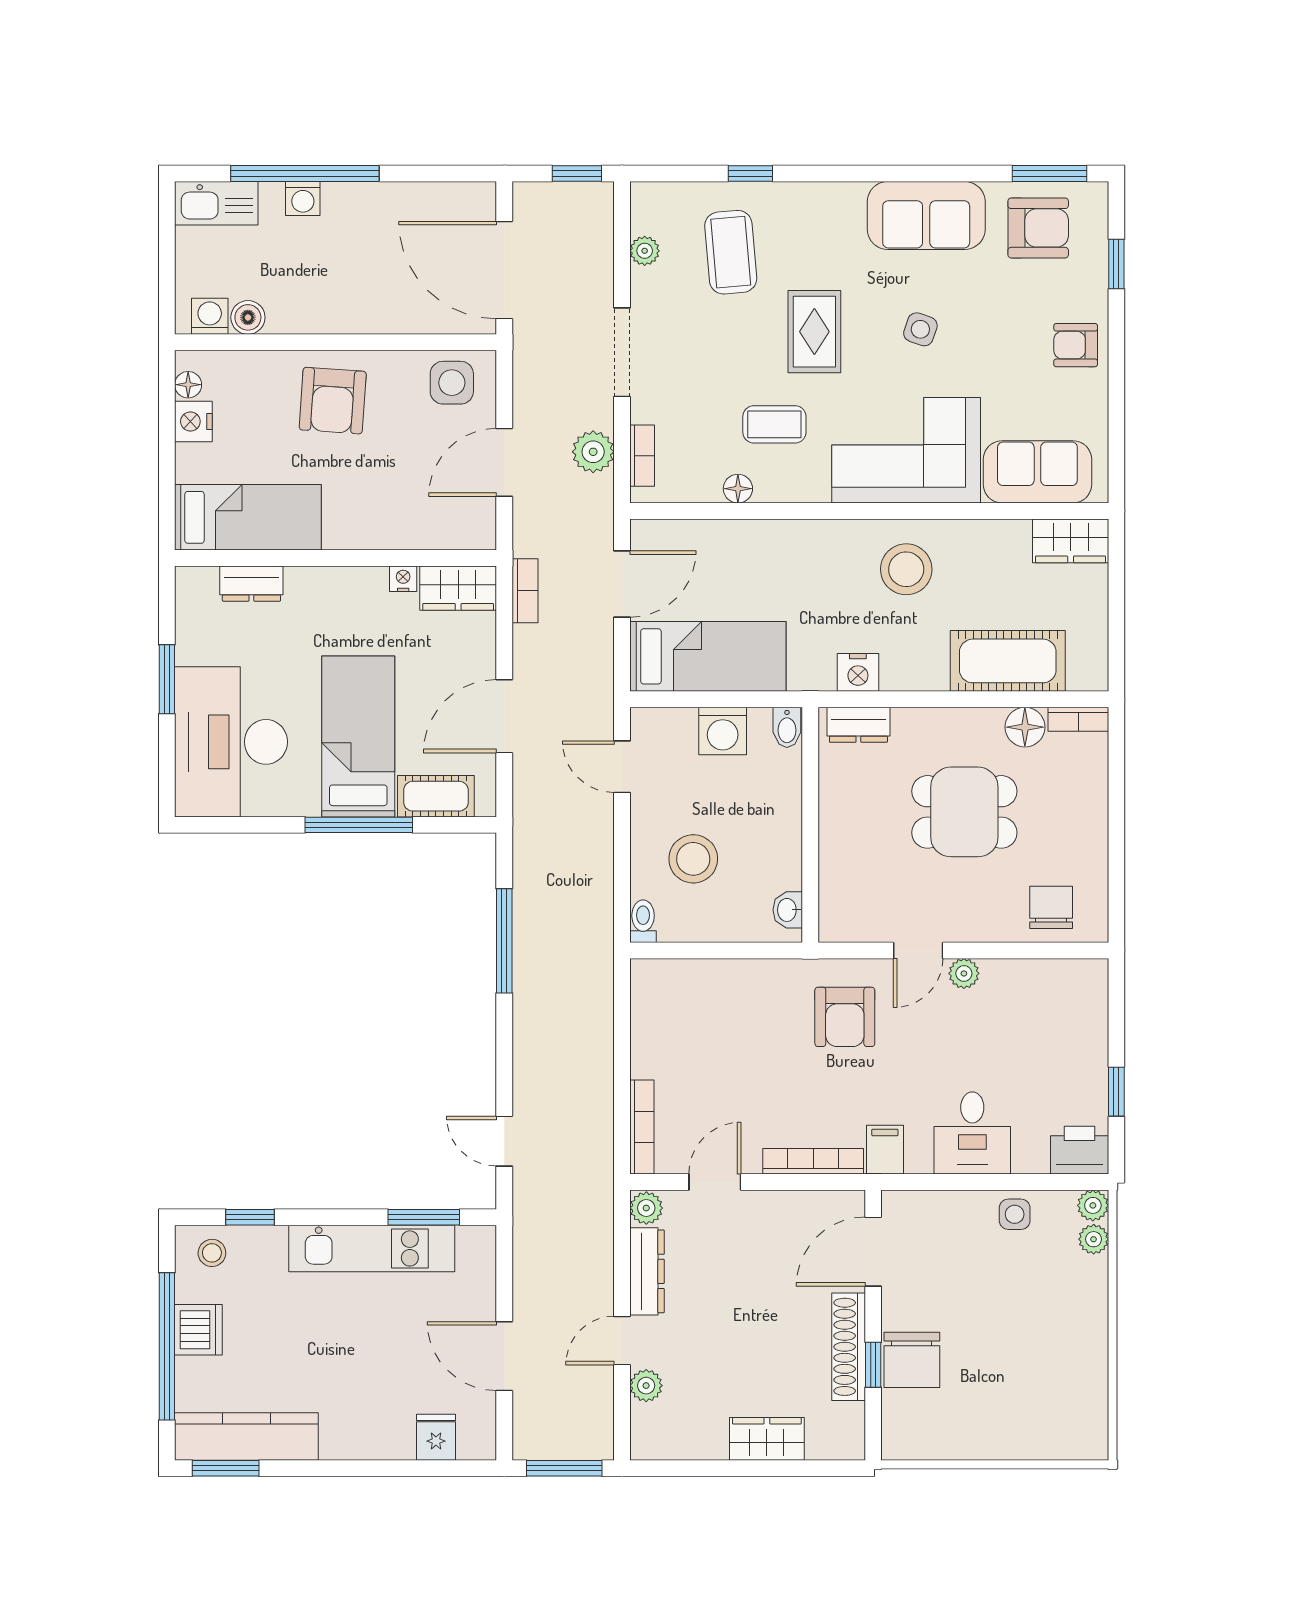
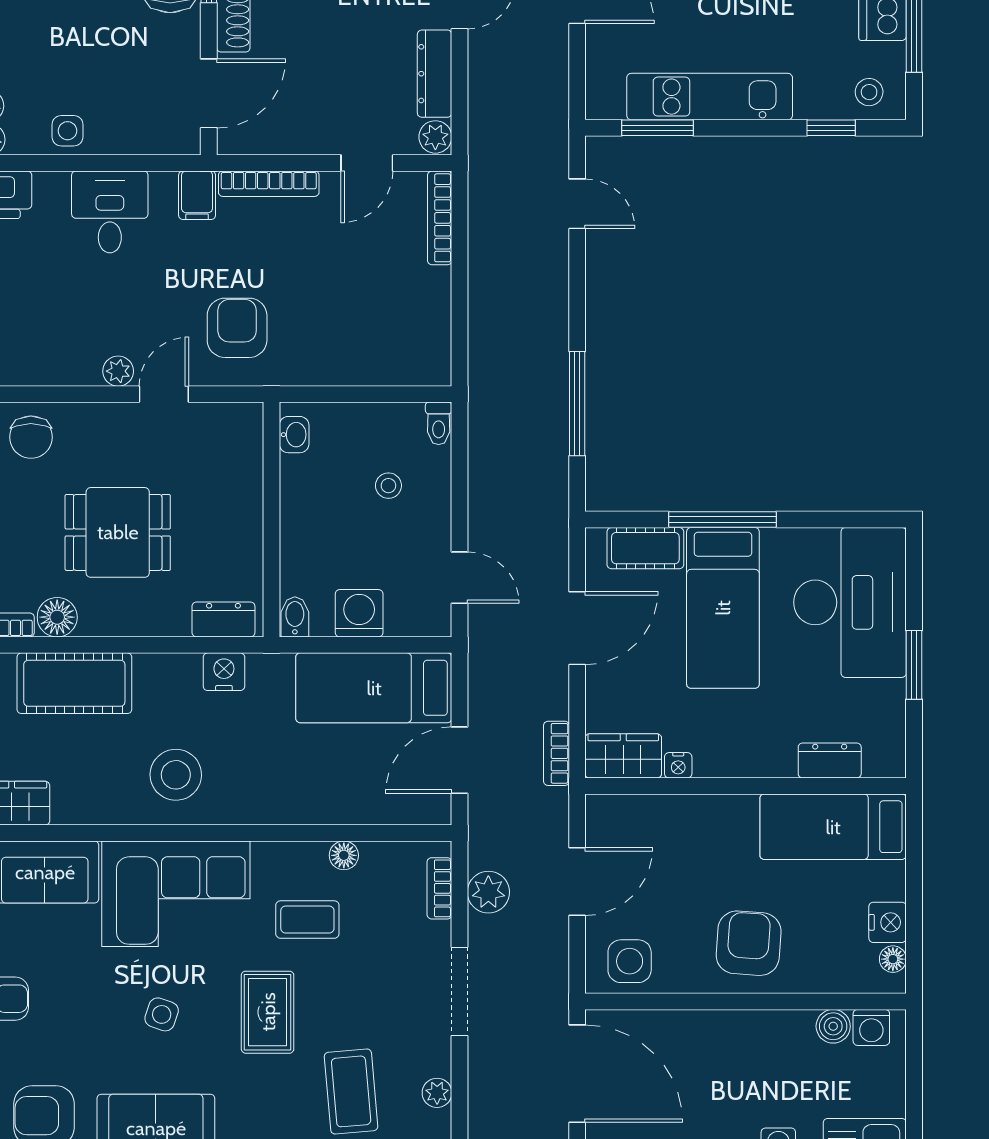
stool: (693, 859) -> (388, 486), width x0.53, depth x0.53

